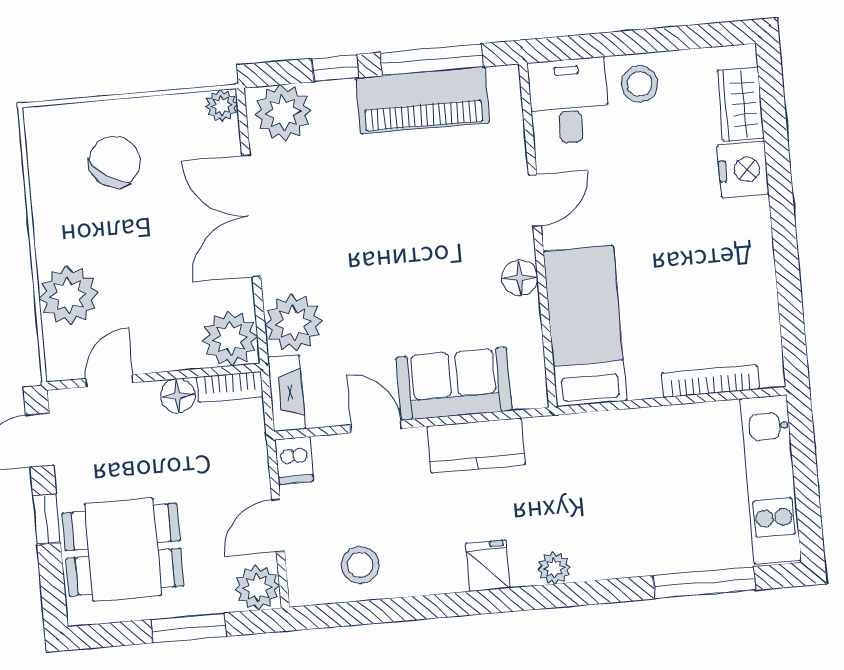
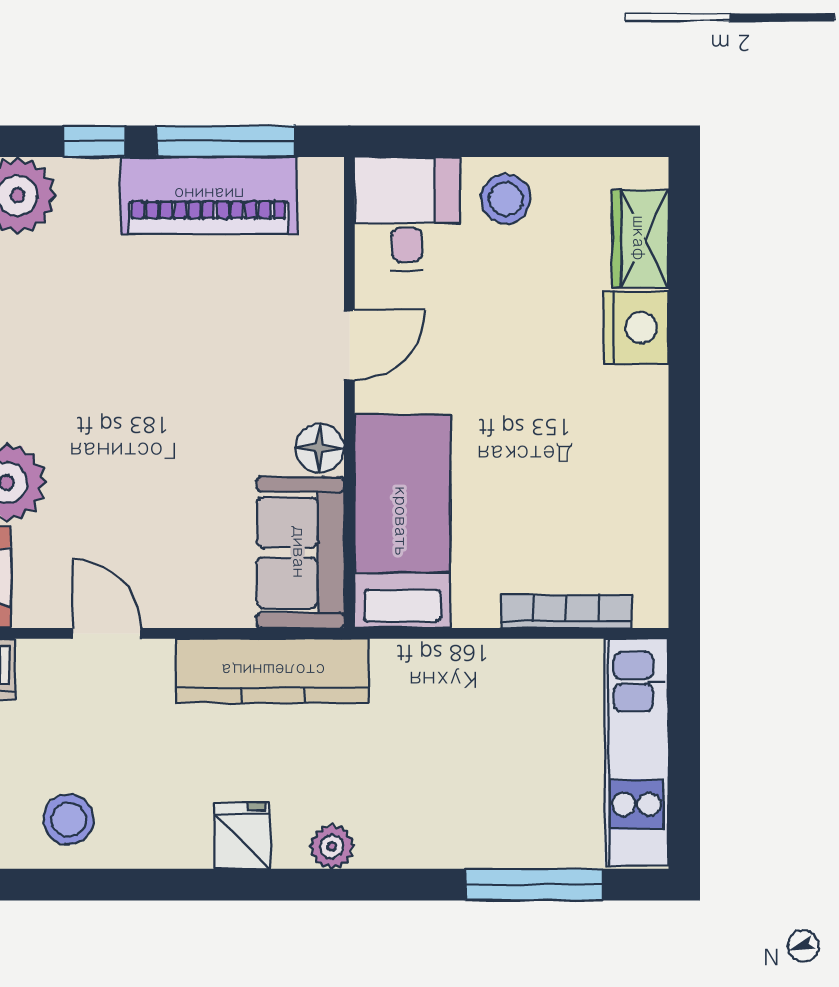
sofa: (454, 384) -> (300, 552), moved, turned -90
kitchen counter: (476, 445) -> (273, 671), width x1.50

